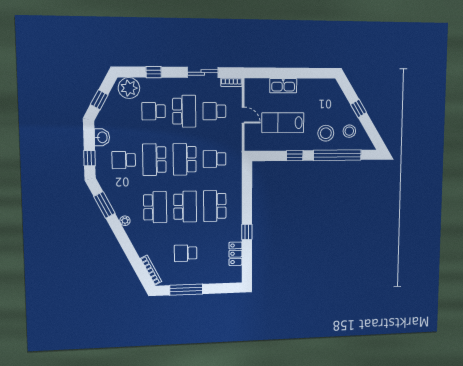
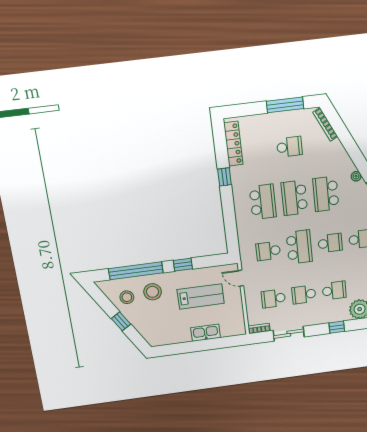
school desk: (184, 111) -> (304, 295), width x0.54
school desk: (214, 111) -> (273, 299), turned 180
door: (243, 115) -> (241, 278), moved
school desk: (215, 159) -> (268, 251), turned 180
school desk: (154, 160) -> (330, 243), width x0.54
locker: (235, 254) -> (233, 144), width x1.53

